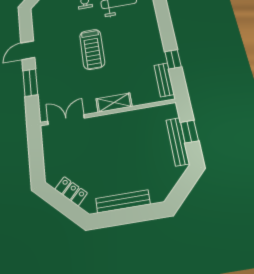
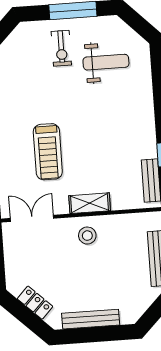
treadmill: (92, 49) -> (48, 152), moved
stool: (114, 129) -> (87, 236), added

